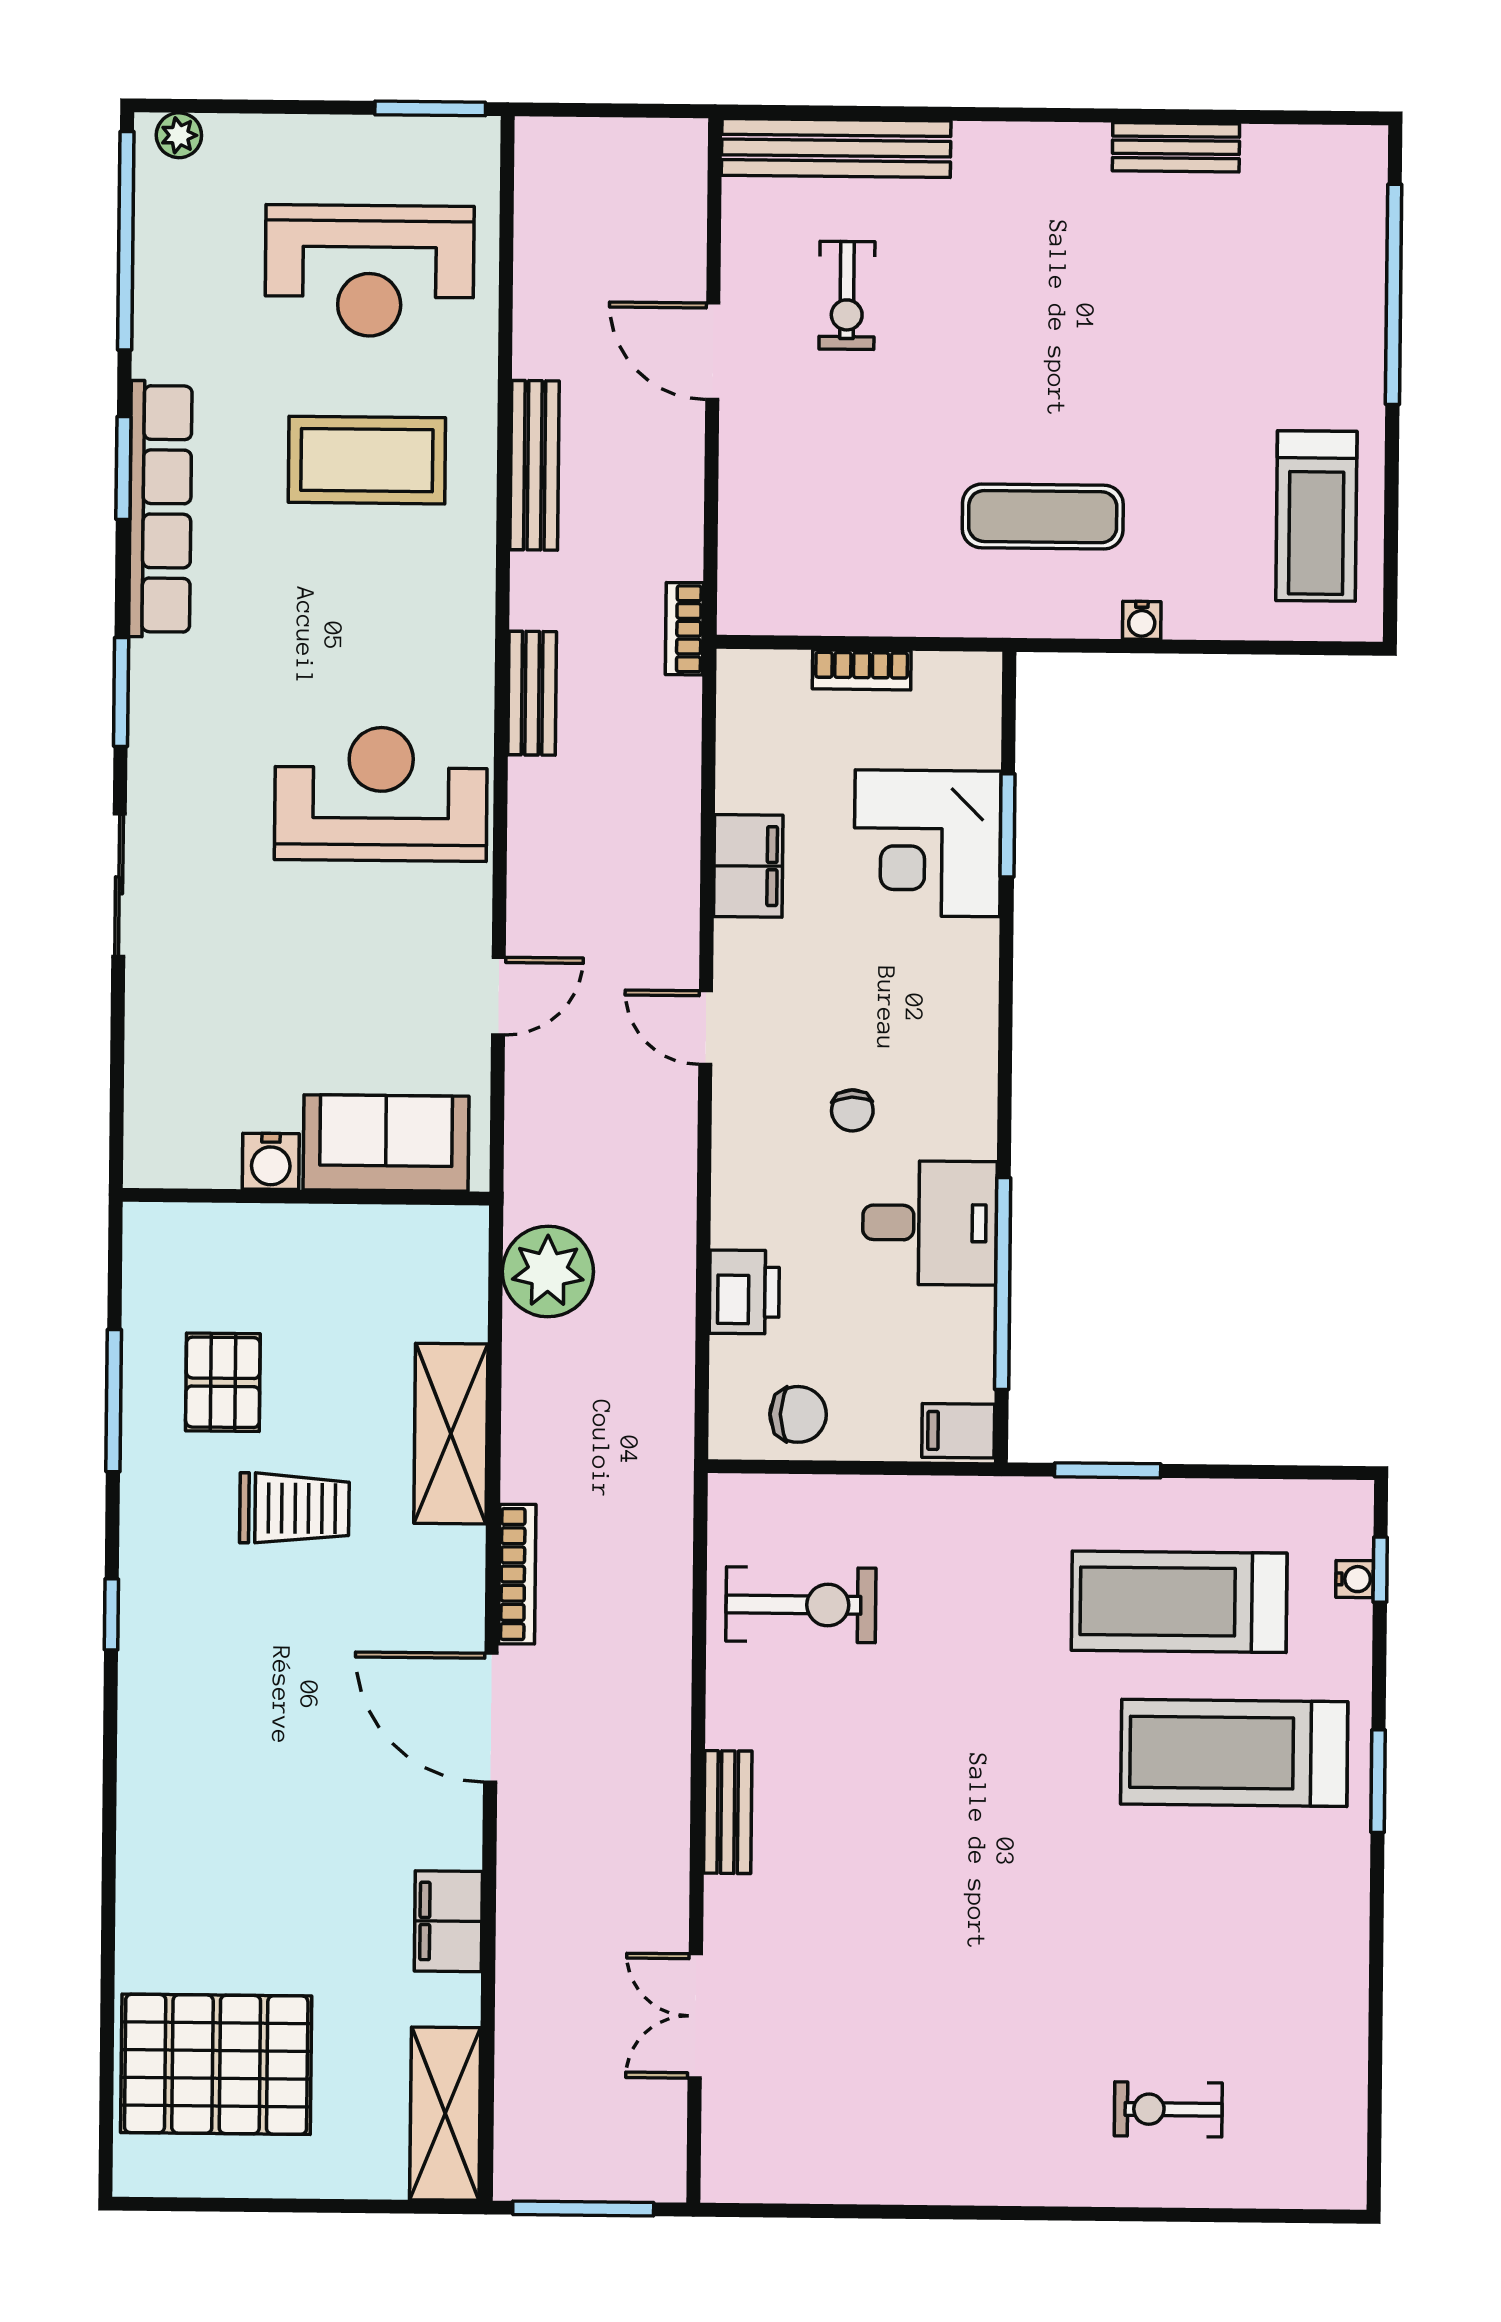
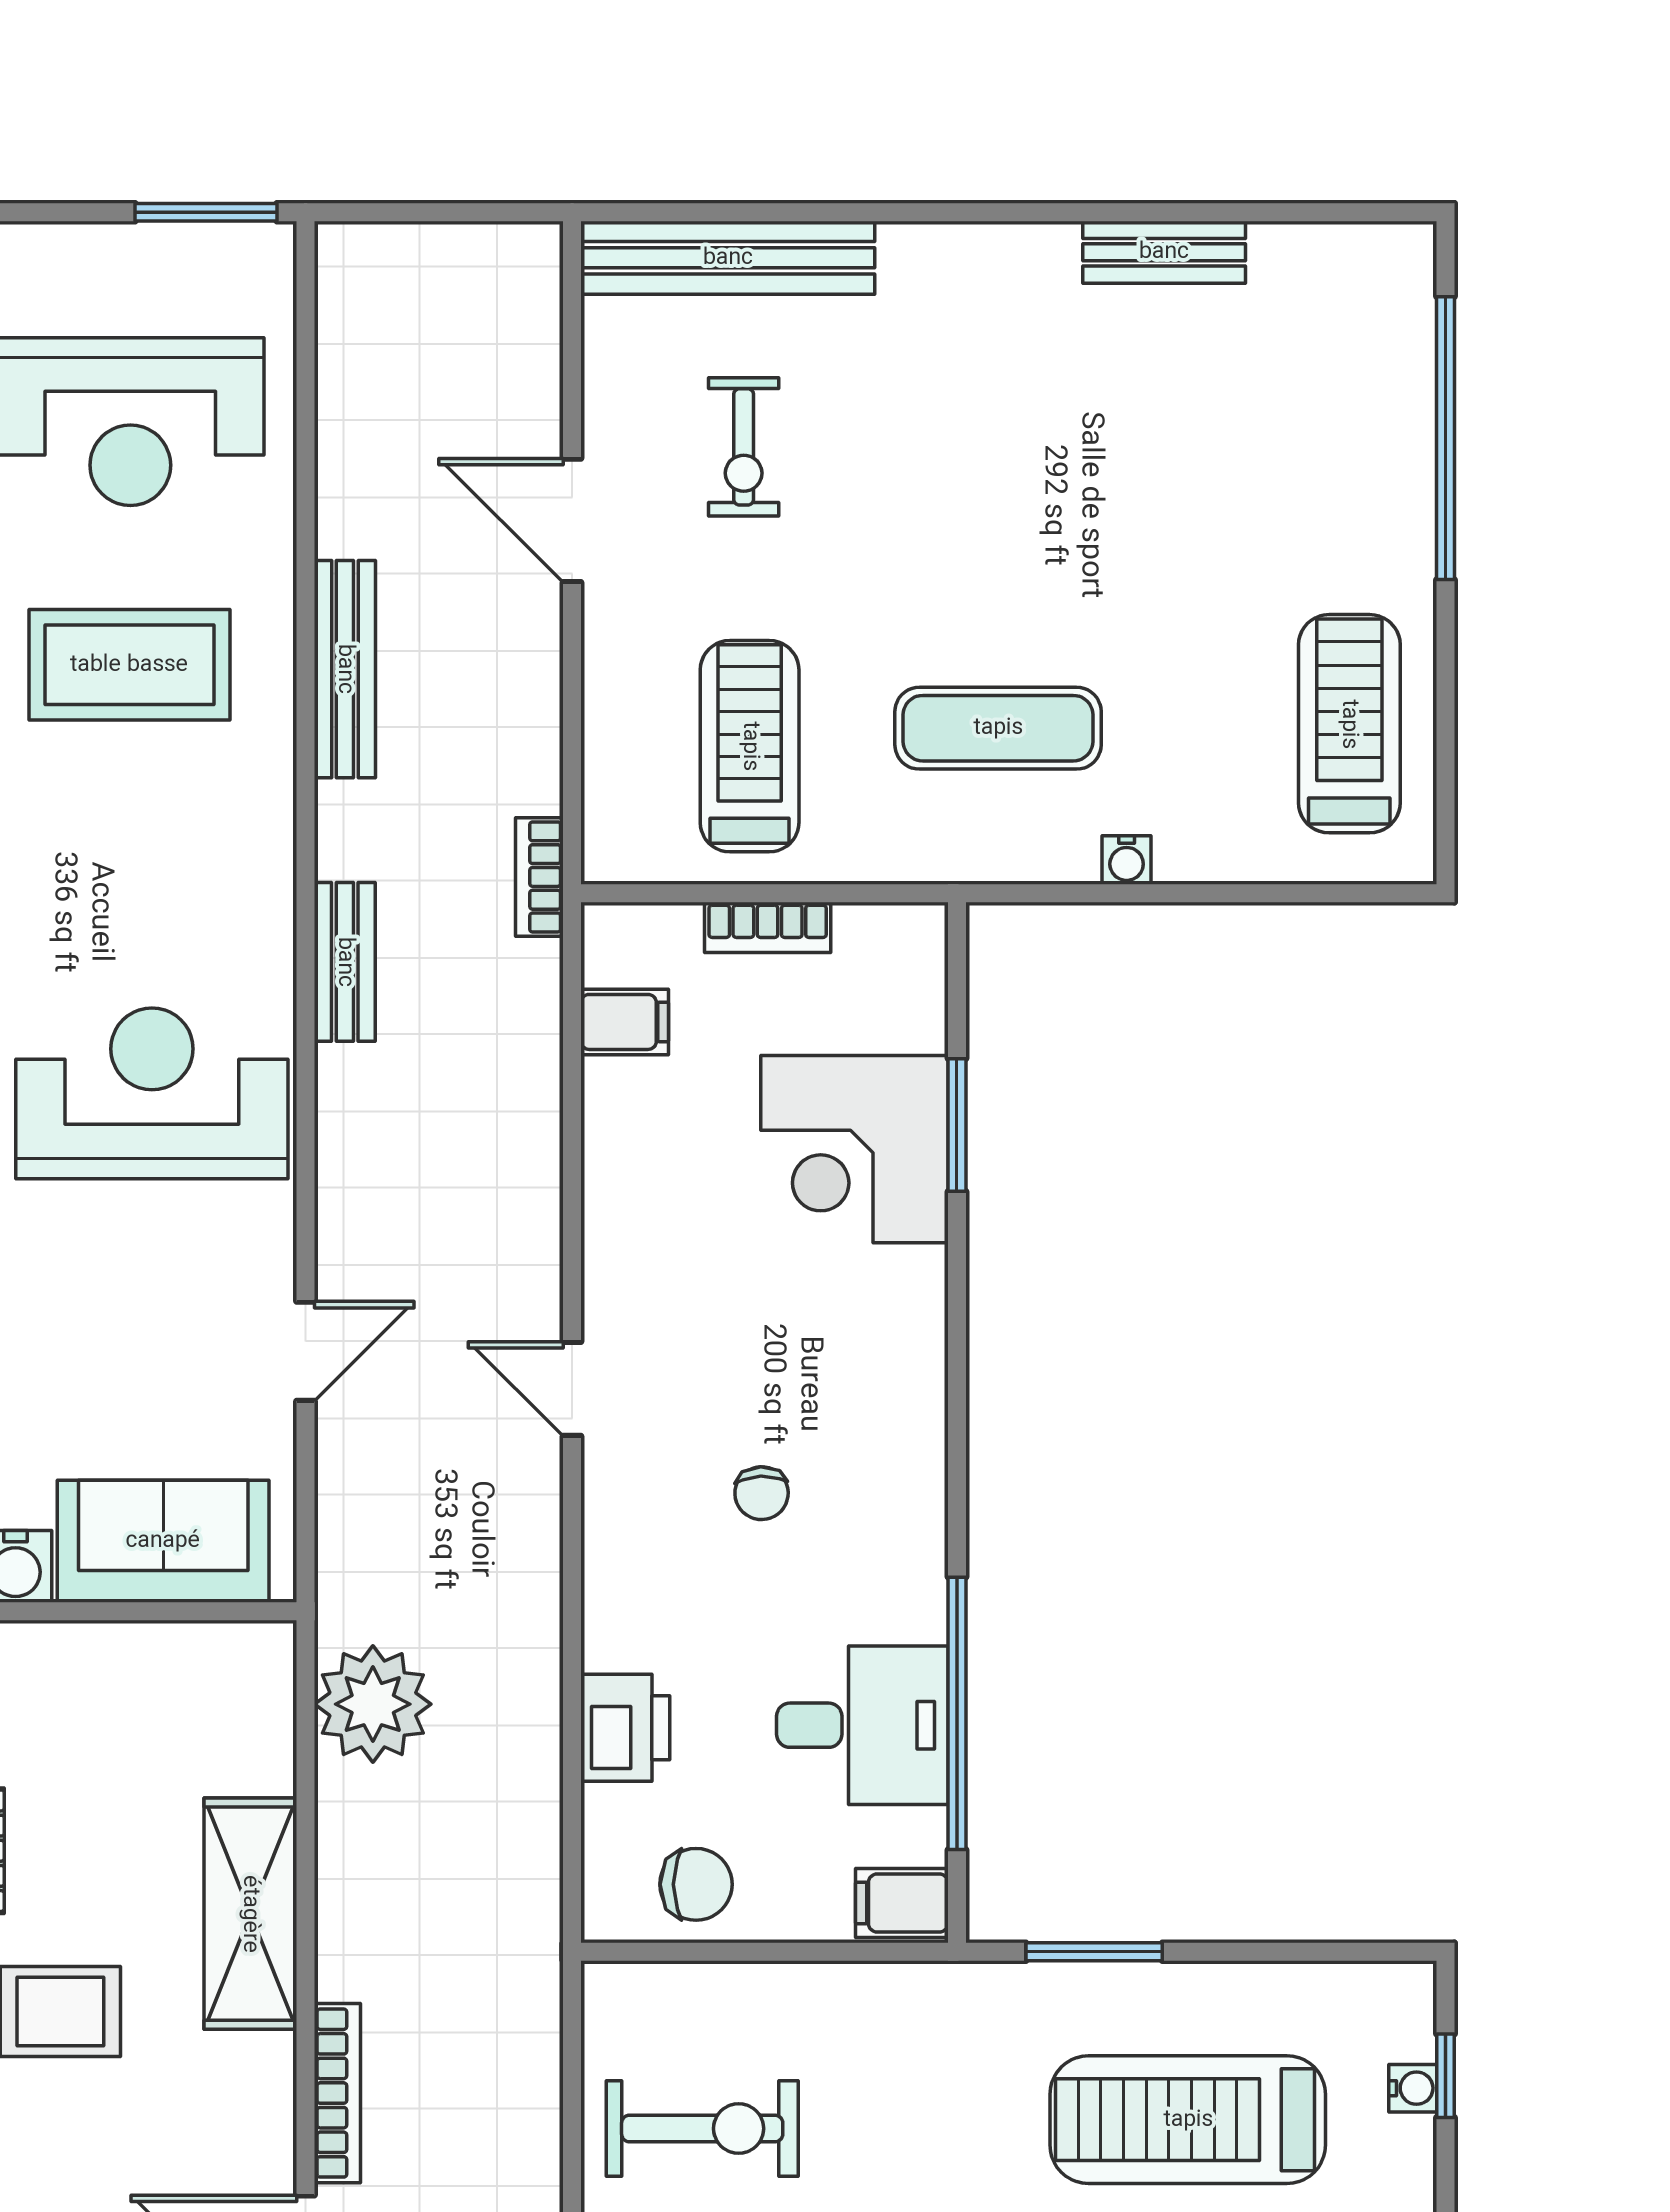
treadmill: (1316, 516) -> (1349, 724), turned 180
treadmill: (849, 529) -> (750, 746), added
filing cabinet: (748, 866) -> (625, 1022), moved, width x0.50
desk: (930, 1223) -> (862, 1725), moved

